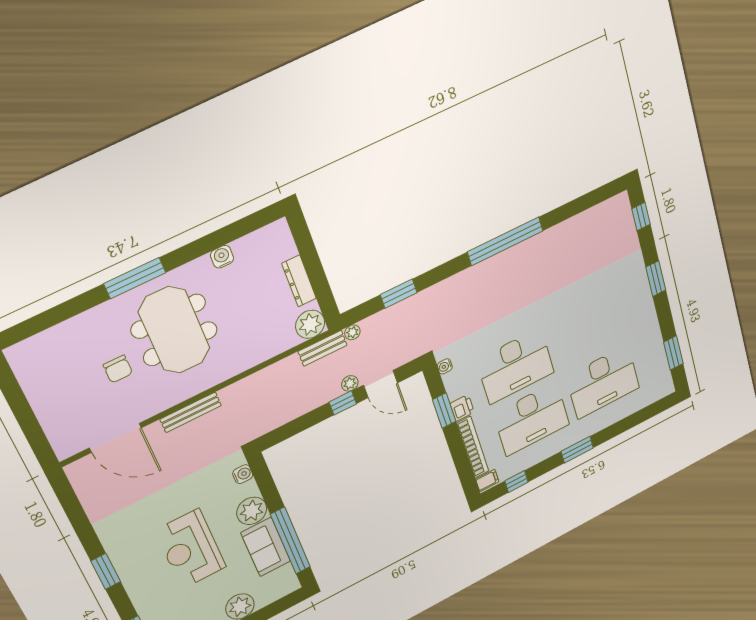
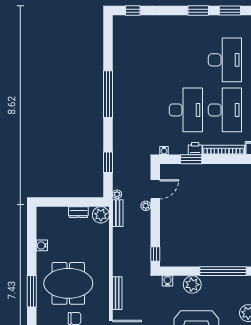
window: (656, 279) -> (198, 11), moved
dresser: (299, 281) -> (78, 212), width x0.70
window: (343, 403) -> (155, 254), moved
sofa: (266, 547) -> (219, 286), removed

